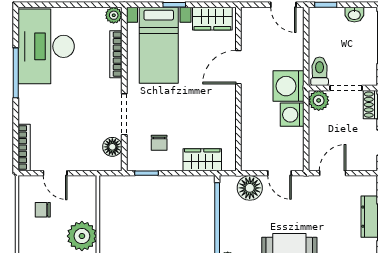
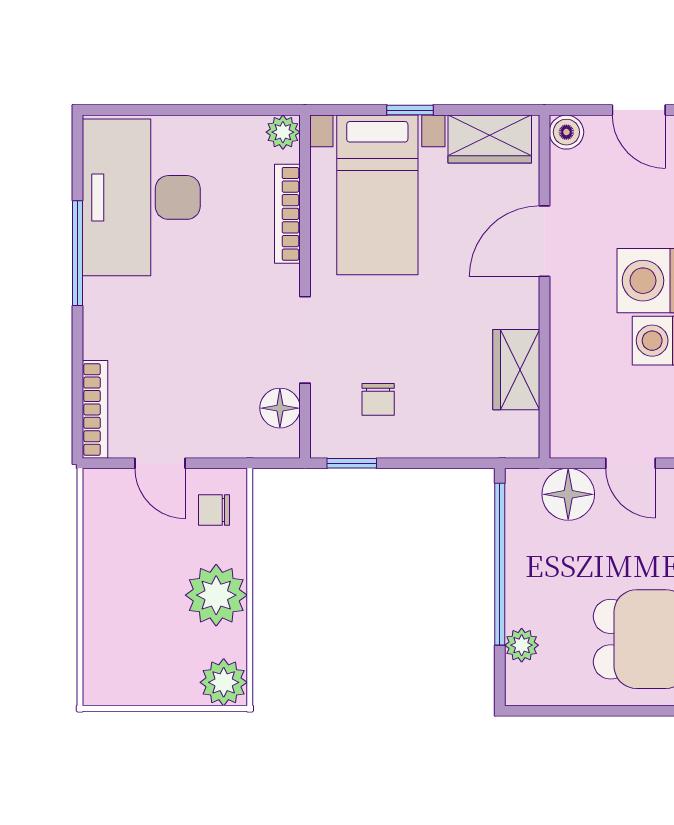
boiler: (249, 15) -> (566, 132), added
wardrobe: (202, 160) -> (516, 370), moved, turned -90
chair: (43, 210) -> (214, 510), moved

